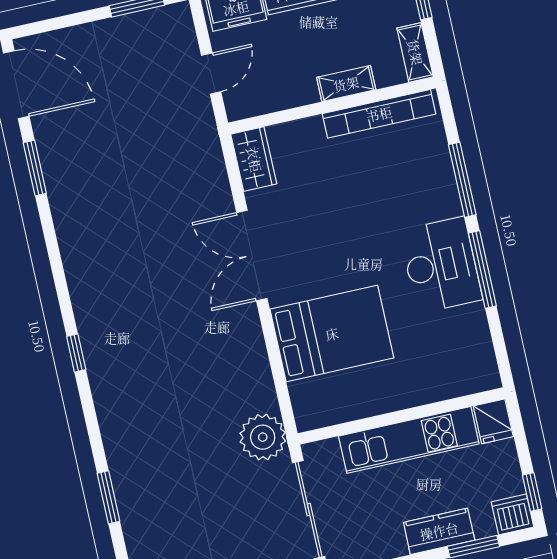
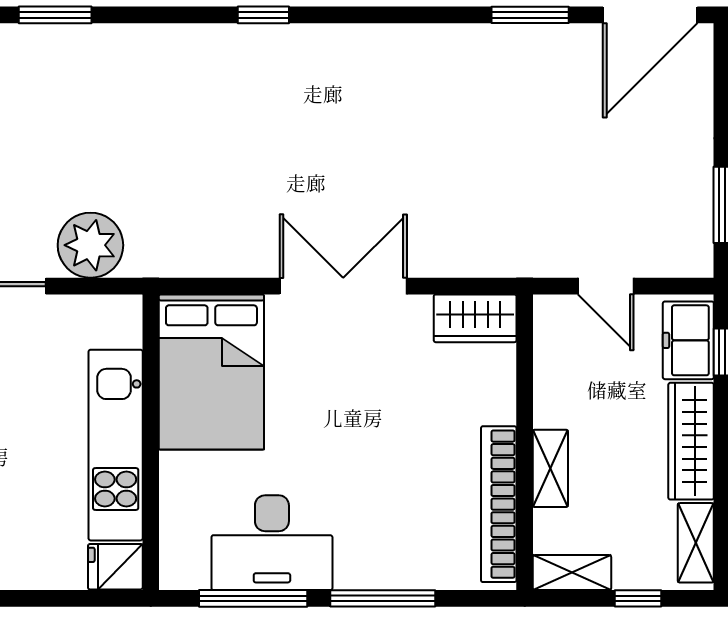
wall: (401, 416) -> (151, 442), moved
fridge: (493, 421) -> (115, 567), moved
kitchen unit: (409, 440) -> (116, 445), moved

